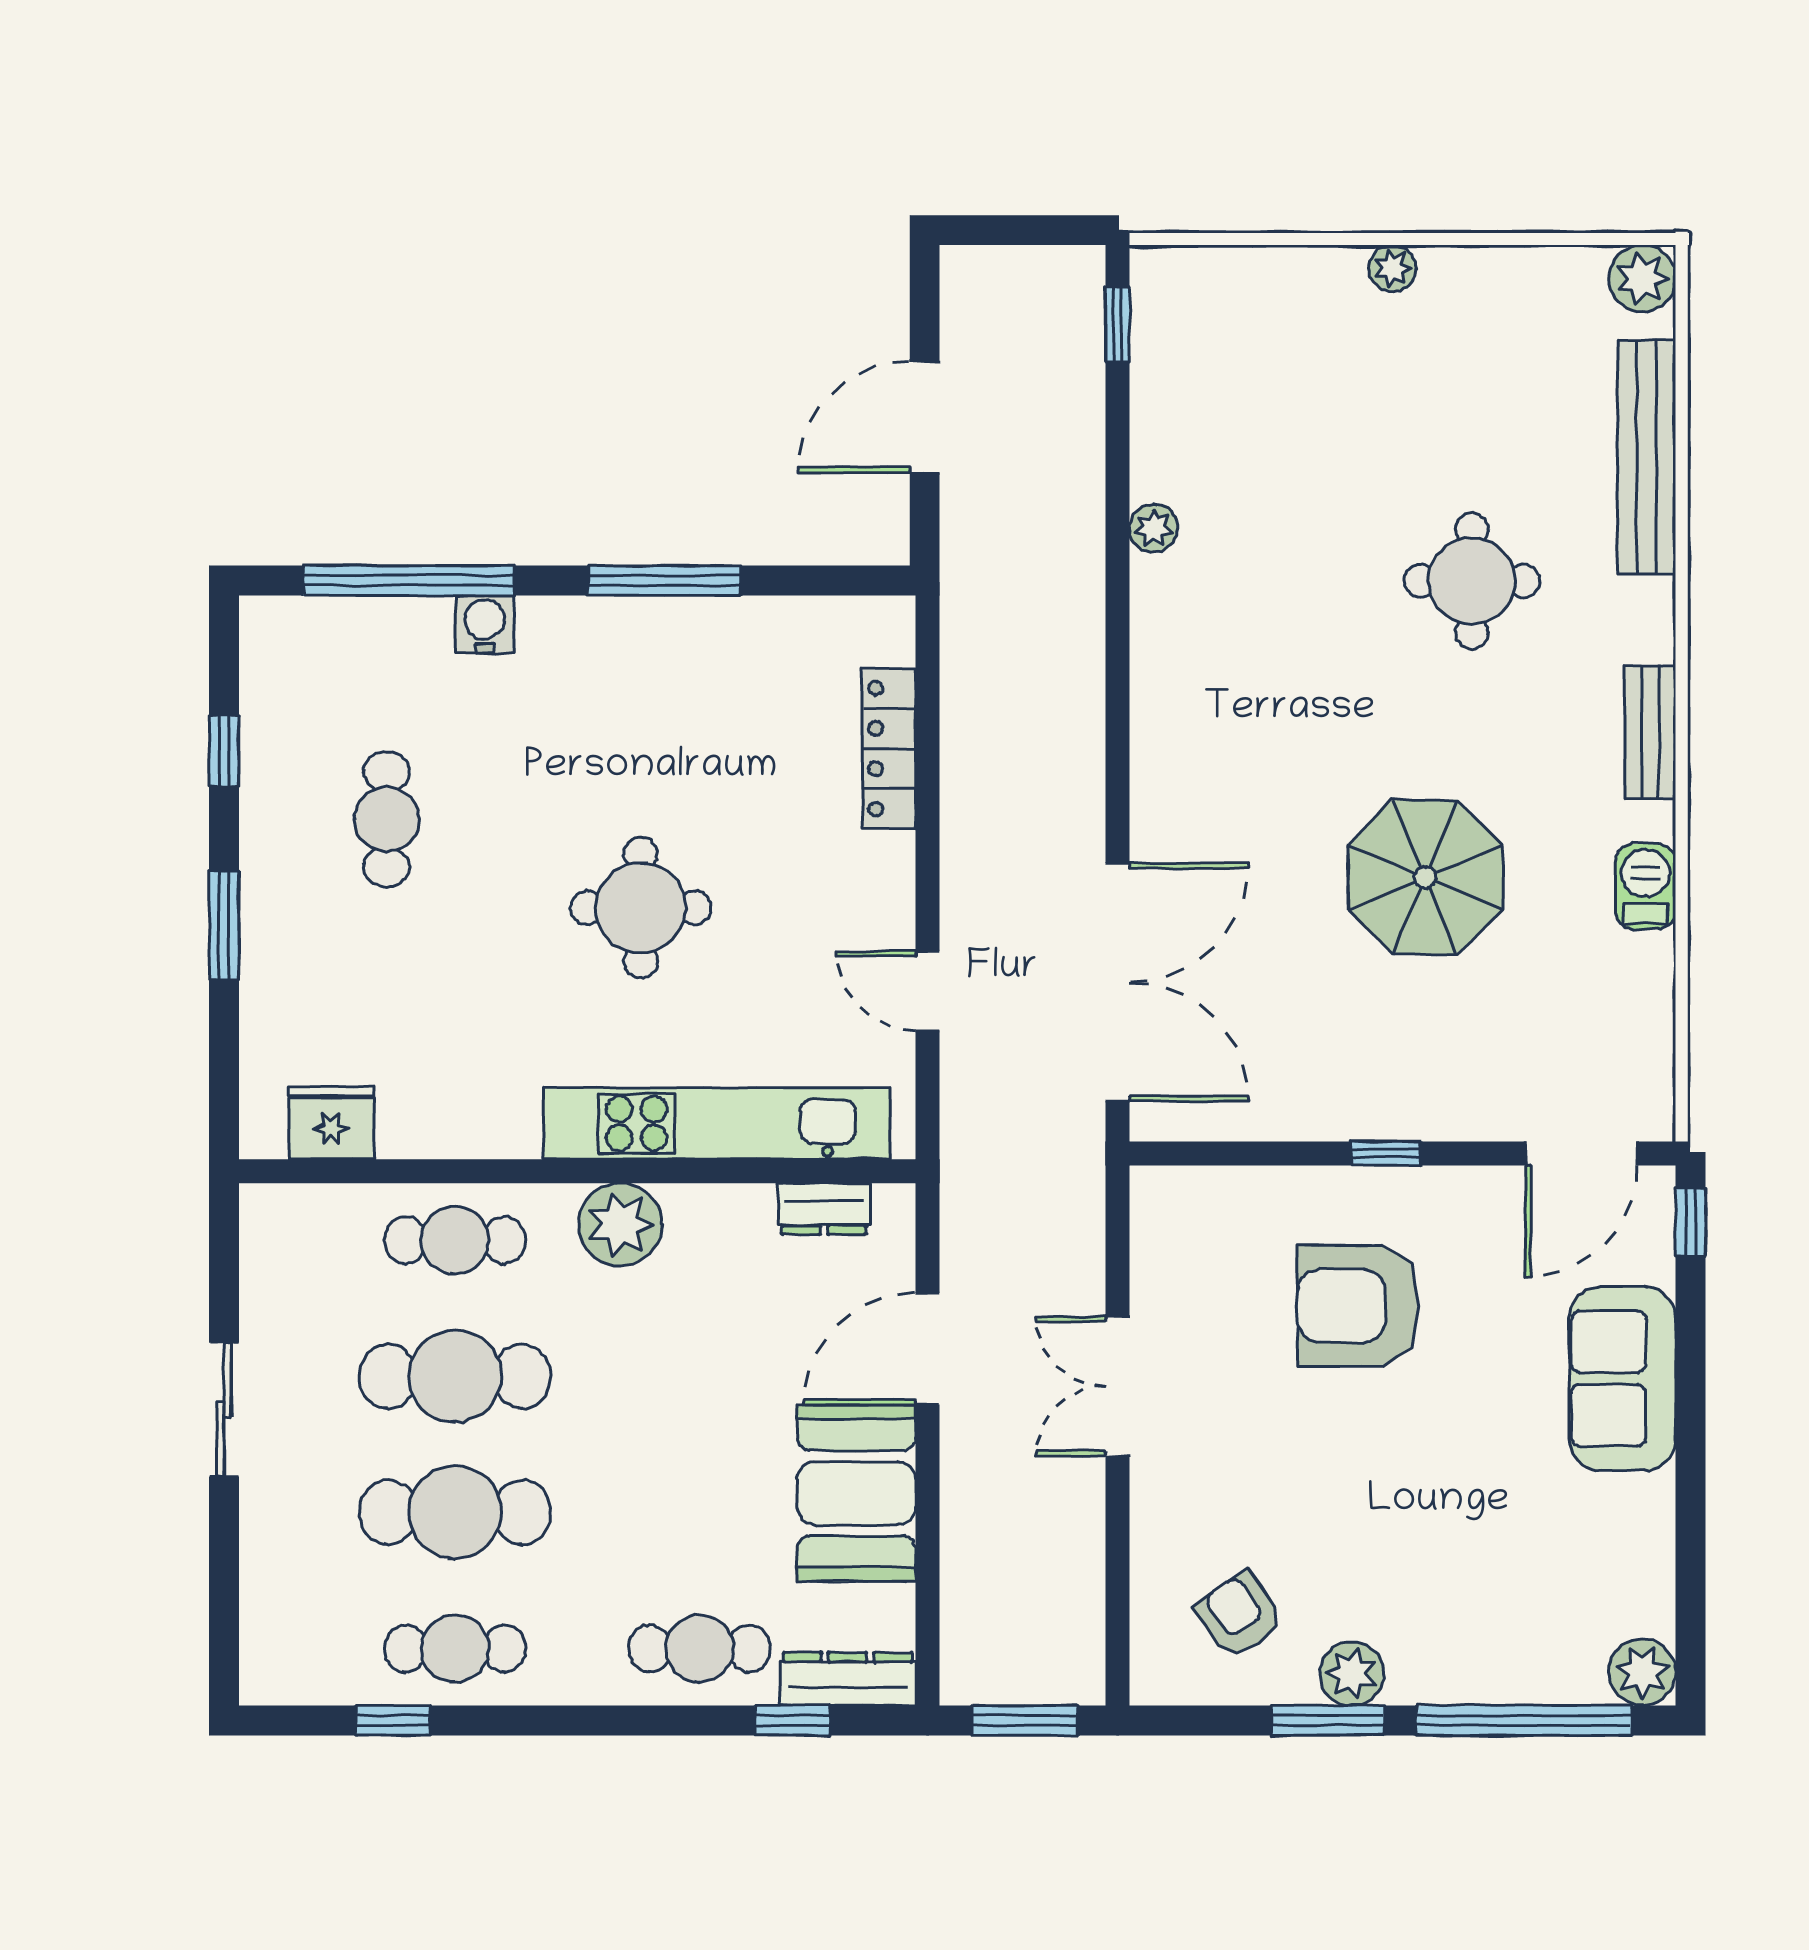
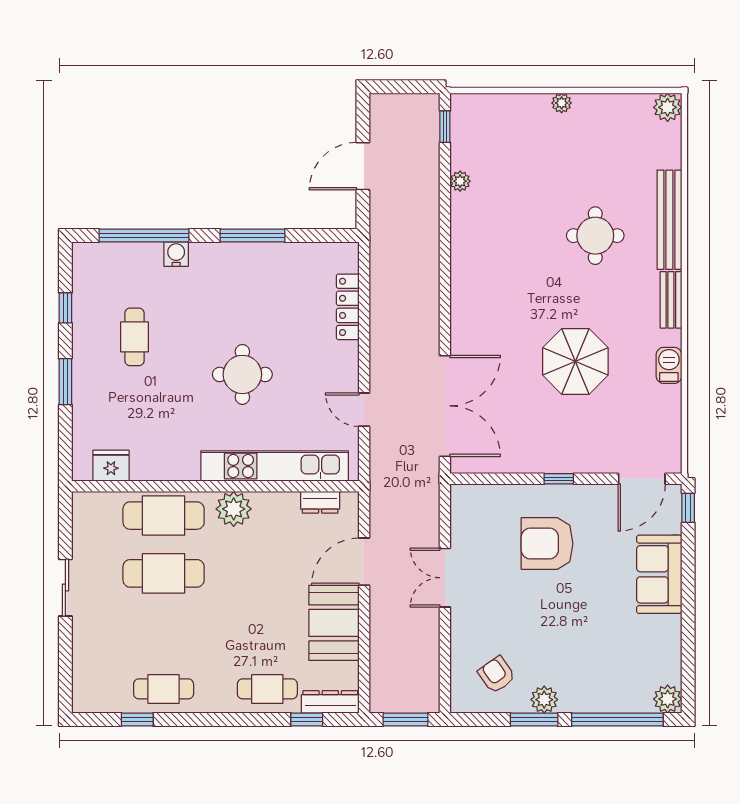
bench: (1647, 457) -> (669, 220), moved
plant: (1154, 528) -> (460, 181), moved
cafe table: (455, 1240) -> (164, 516), width x1.37, depth x1.35
cafe table: (455, 1512) -> (164, 631), removed

